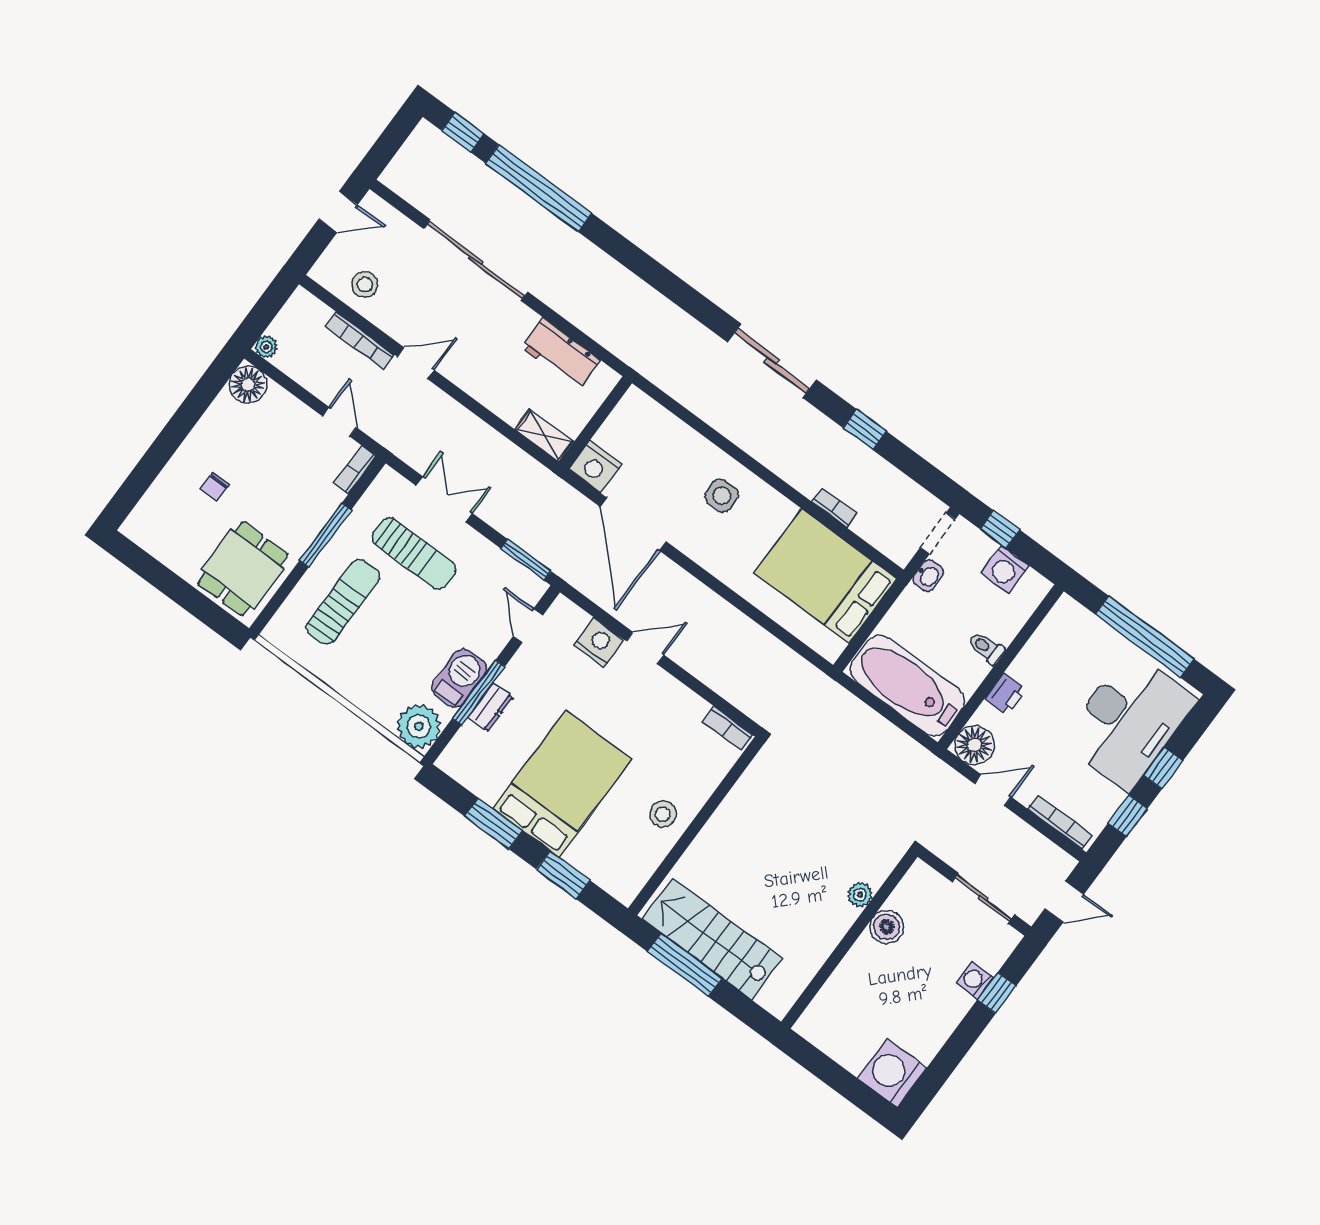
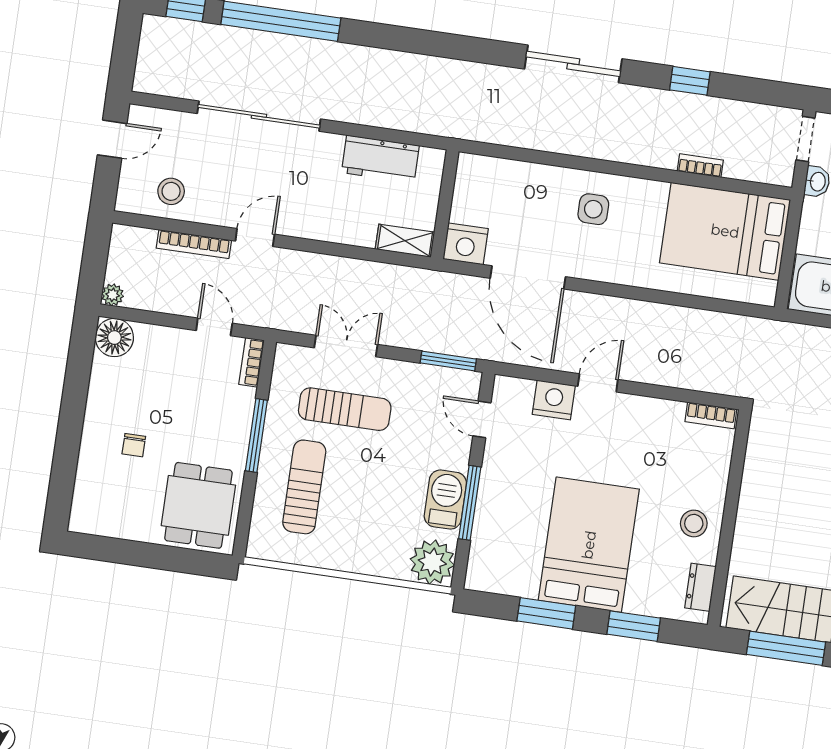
dresser: (490, 707) -> (700, 587), moved, turned 180

